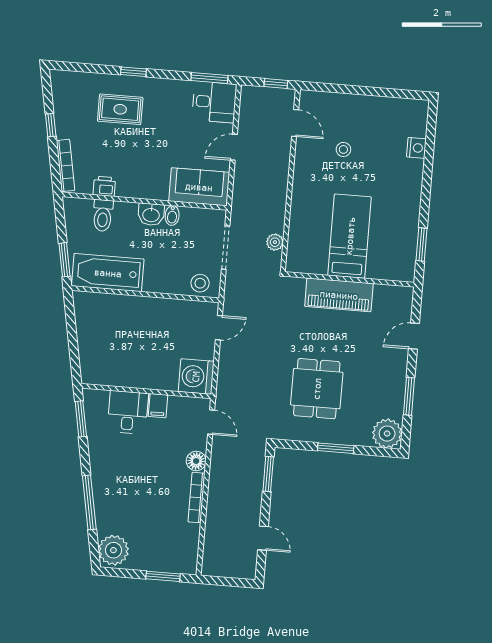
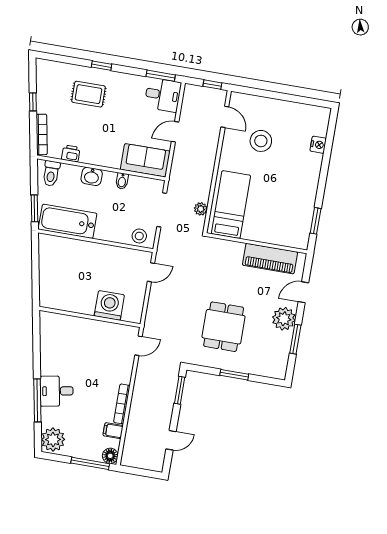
stool: (343, 149) -> (261, 141), width x1.89, depth x1.89
washbasin: (151, 214) -> (92, 176), moved
toilet: (103, 215) -> (51, 173), moved
bed: (350, 236) -> (231, 204), moved
piano: (339, 295) -> (270, 259), moved
washing machine: (196, 377) -> (109, 305), moved, turned 90
filing cabinet: (158, 406) -> (113, 431), moved, turned 90
desk: (128, 412) -> (57, 391), moved, turned -101
window: (81, 419) -> (36, 334), removed
door: (211, 422) -> (138, 346), hinge flipped
plant: (387, 434) -> (284, 319), moved
floor lamp: (196, 461) -> (110, 456), moved
door: (263, 538) -> (171, 440), hinge flipped
window: (163, 576) -> (90, 463), width x1.44

